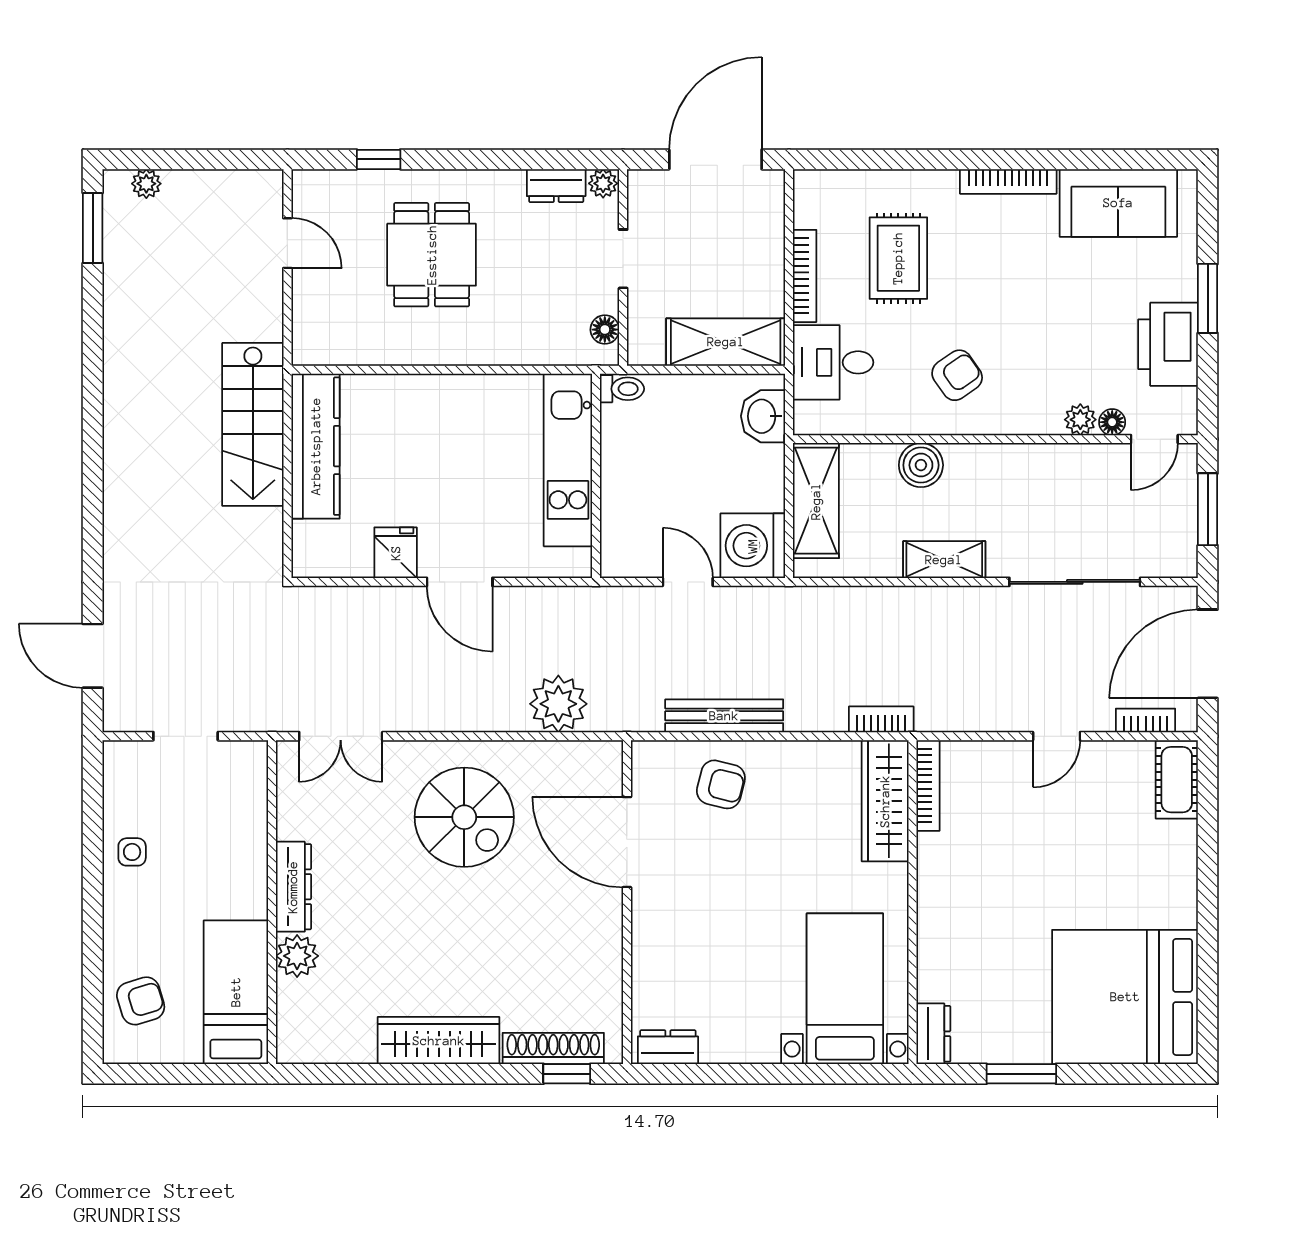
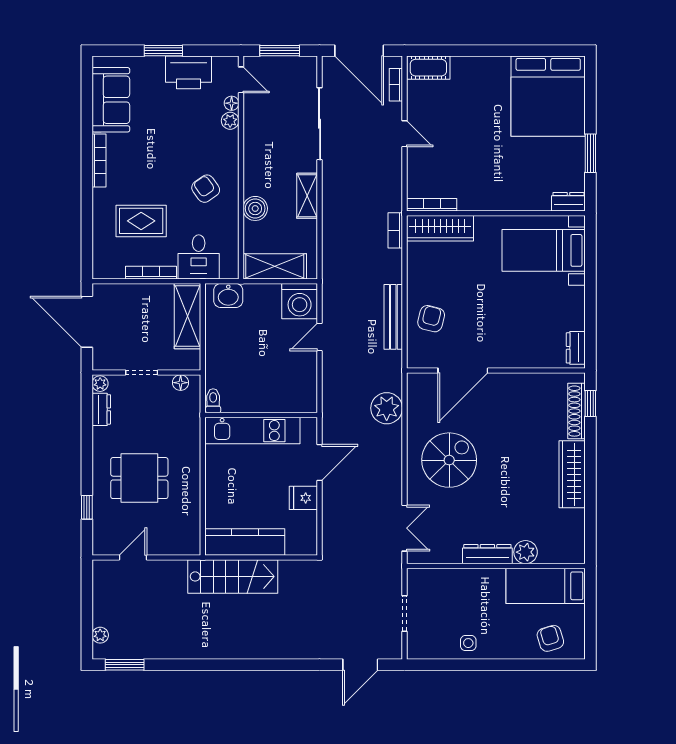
toilet: (622, 389) -> (213, 401), moved
kitchen unit: (568, 460) -> (252, 431), moved
wall: (596, 476) -> (261, 415), moved

